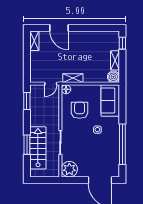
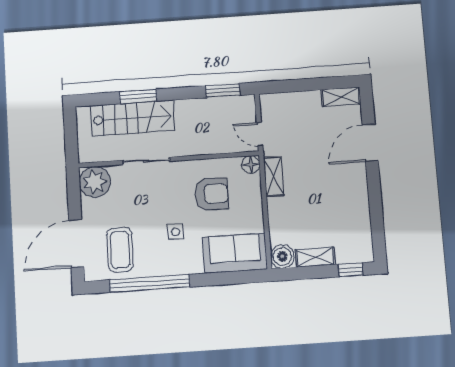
coffee table: (105, 158) -> (120, 250), added

